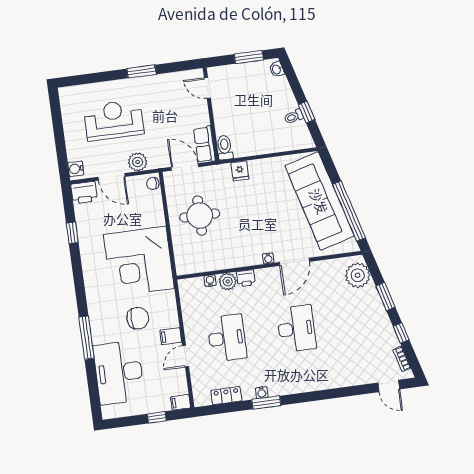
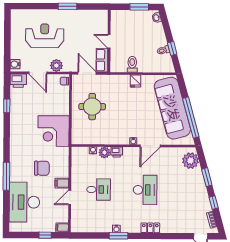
door: (207, 88) -> (109, 41), moved
toilet: (225, 148) -> (132, 64), moved
fridge: (240, 171) -> (136, 81), moved
corner desk: (139, 261) -> (54, 131), width x0.74, depth x0.74
desk: (227, 338) -> (99, 190), width x0.73
locker: (226, 396) -> (150, 228), moved

